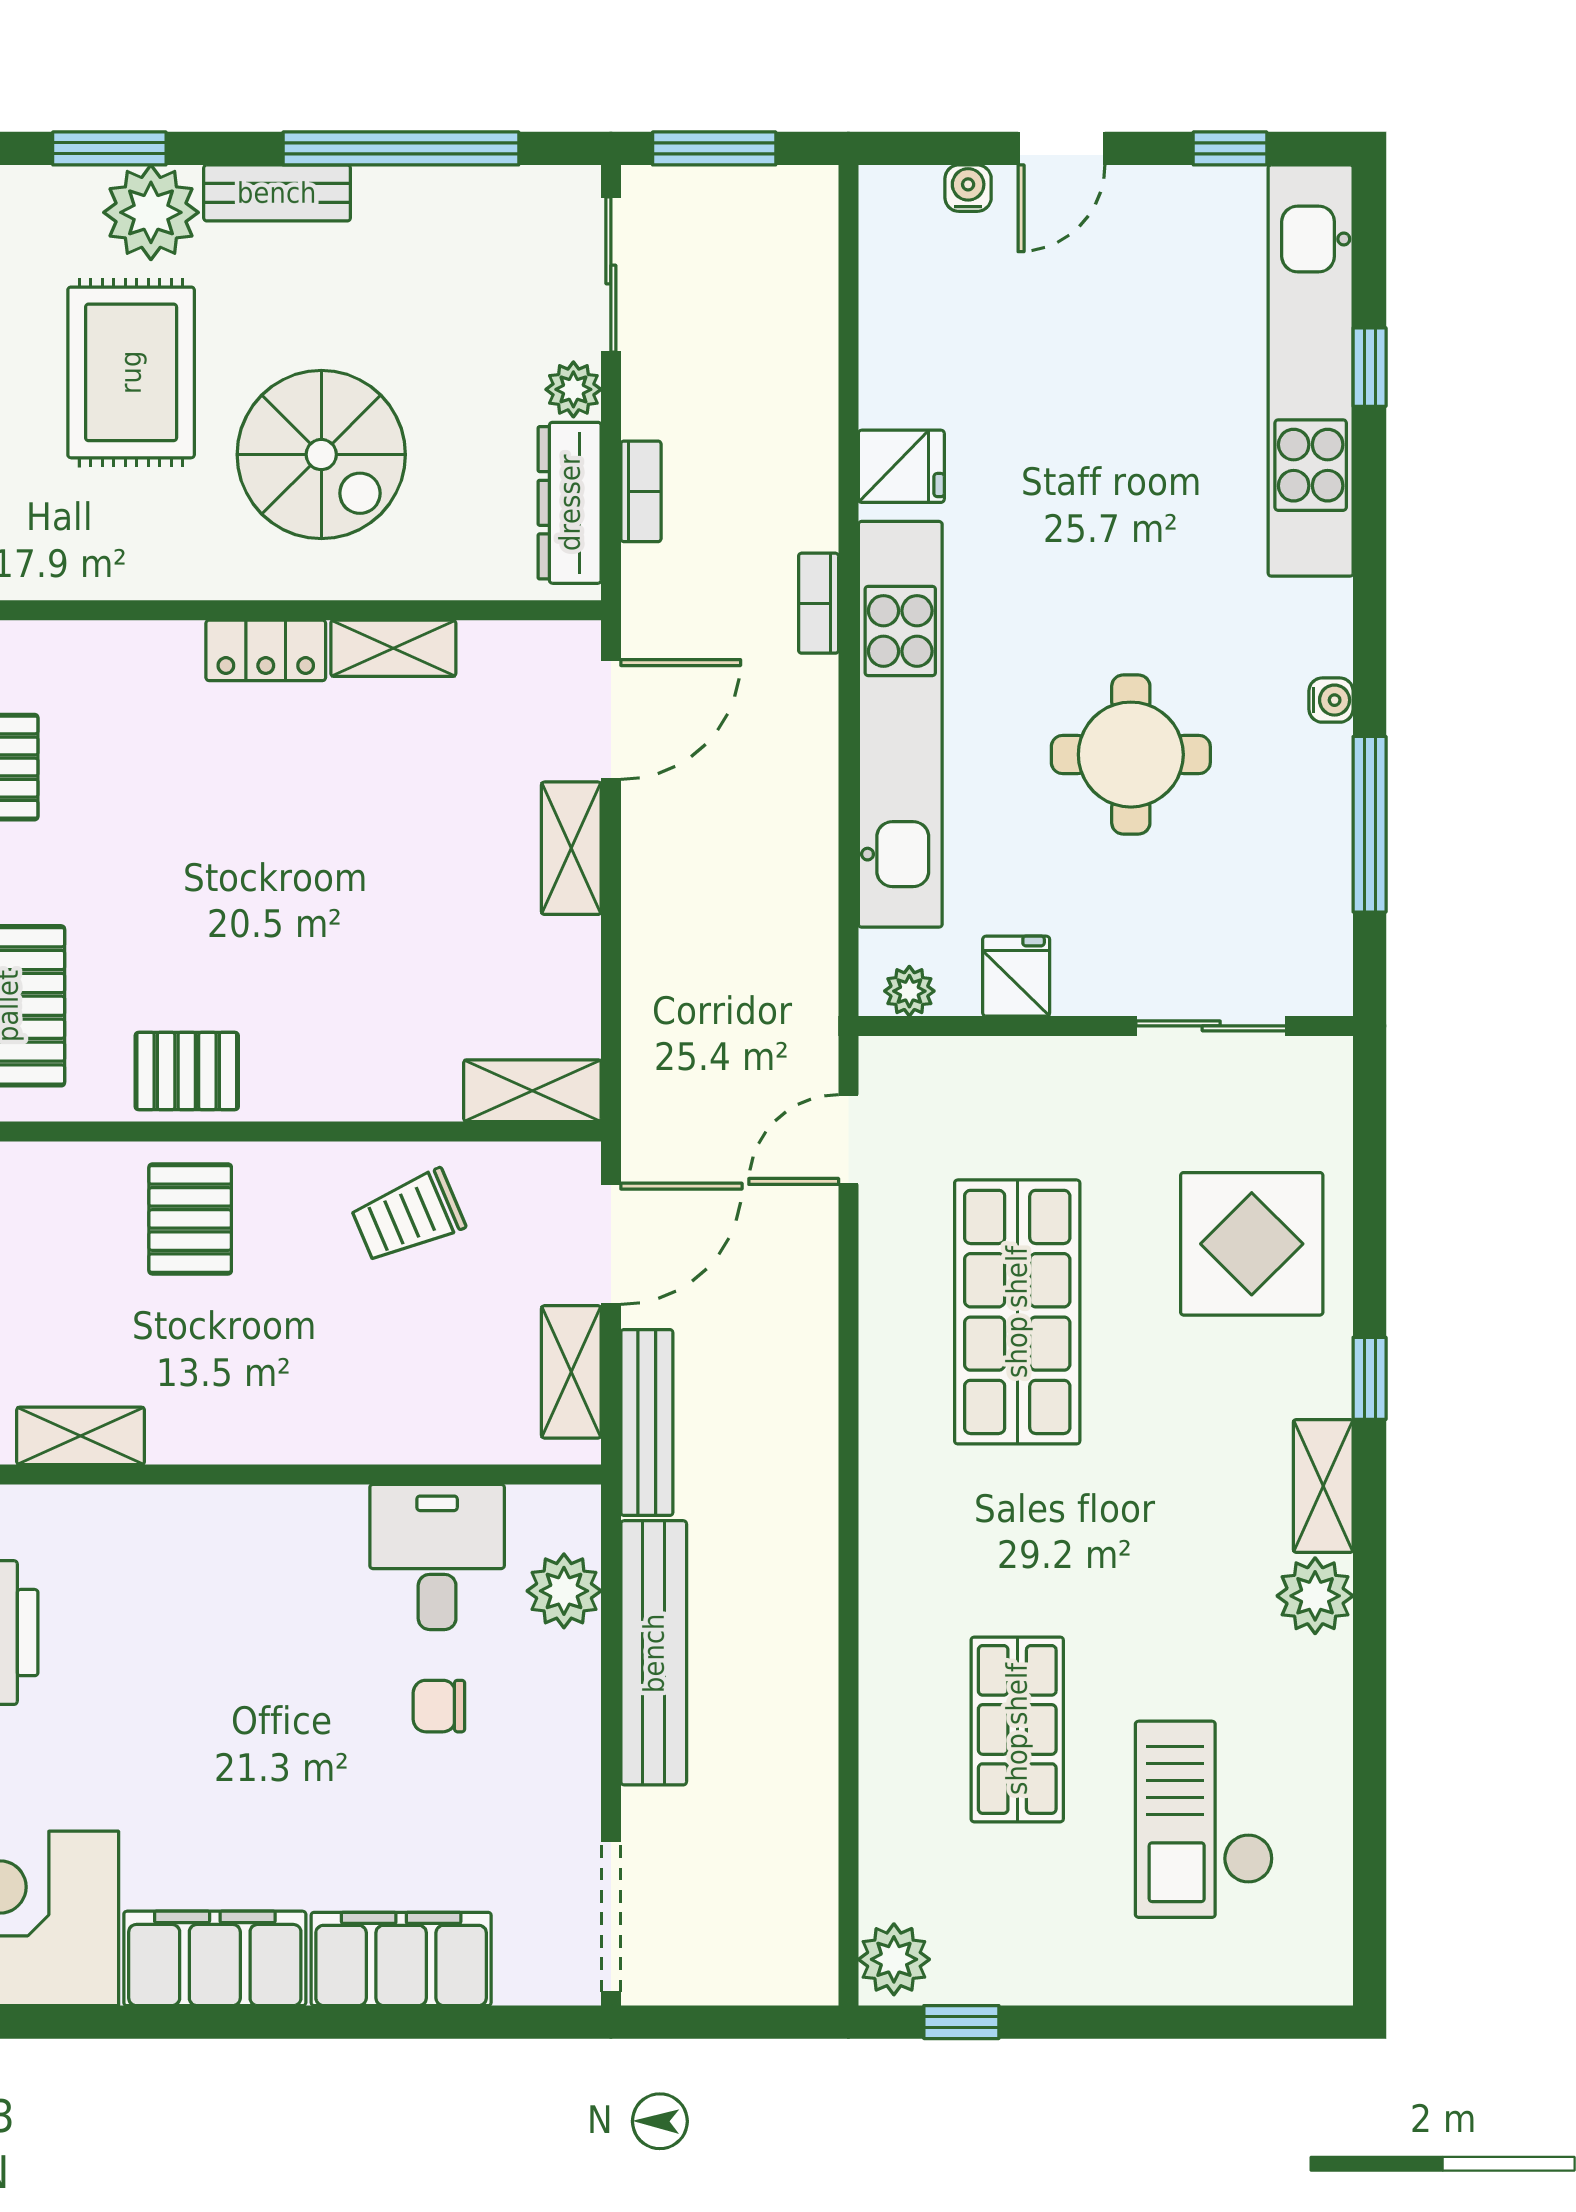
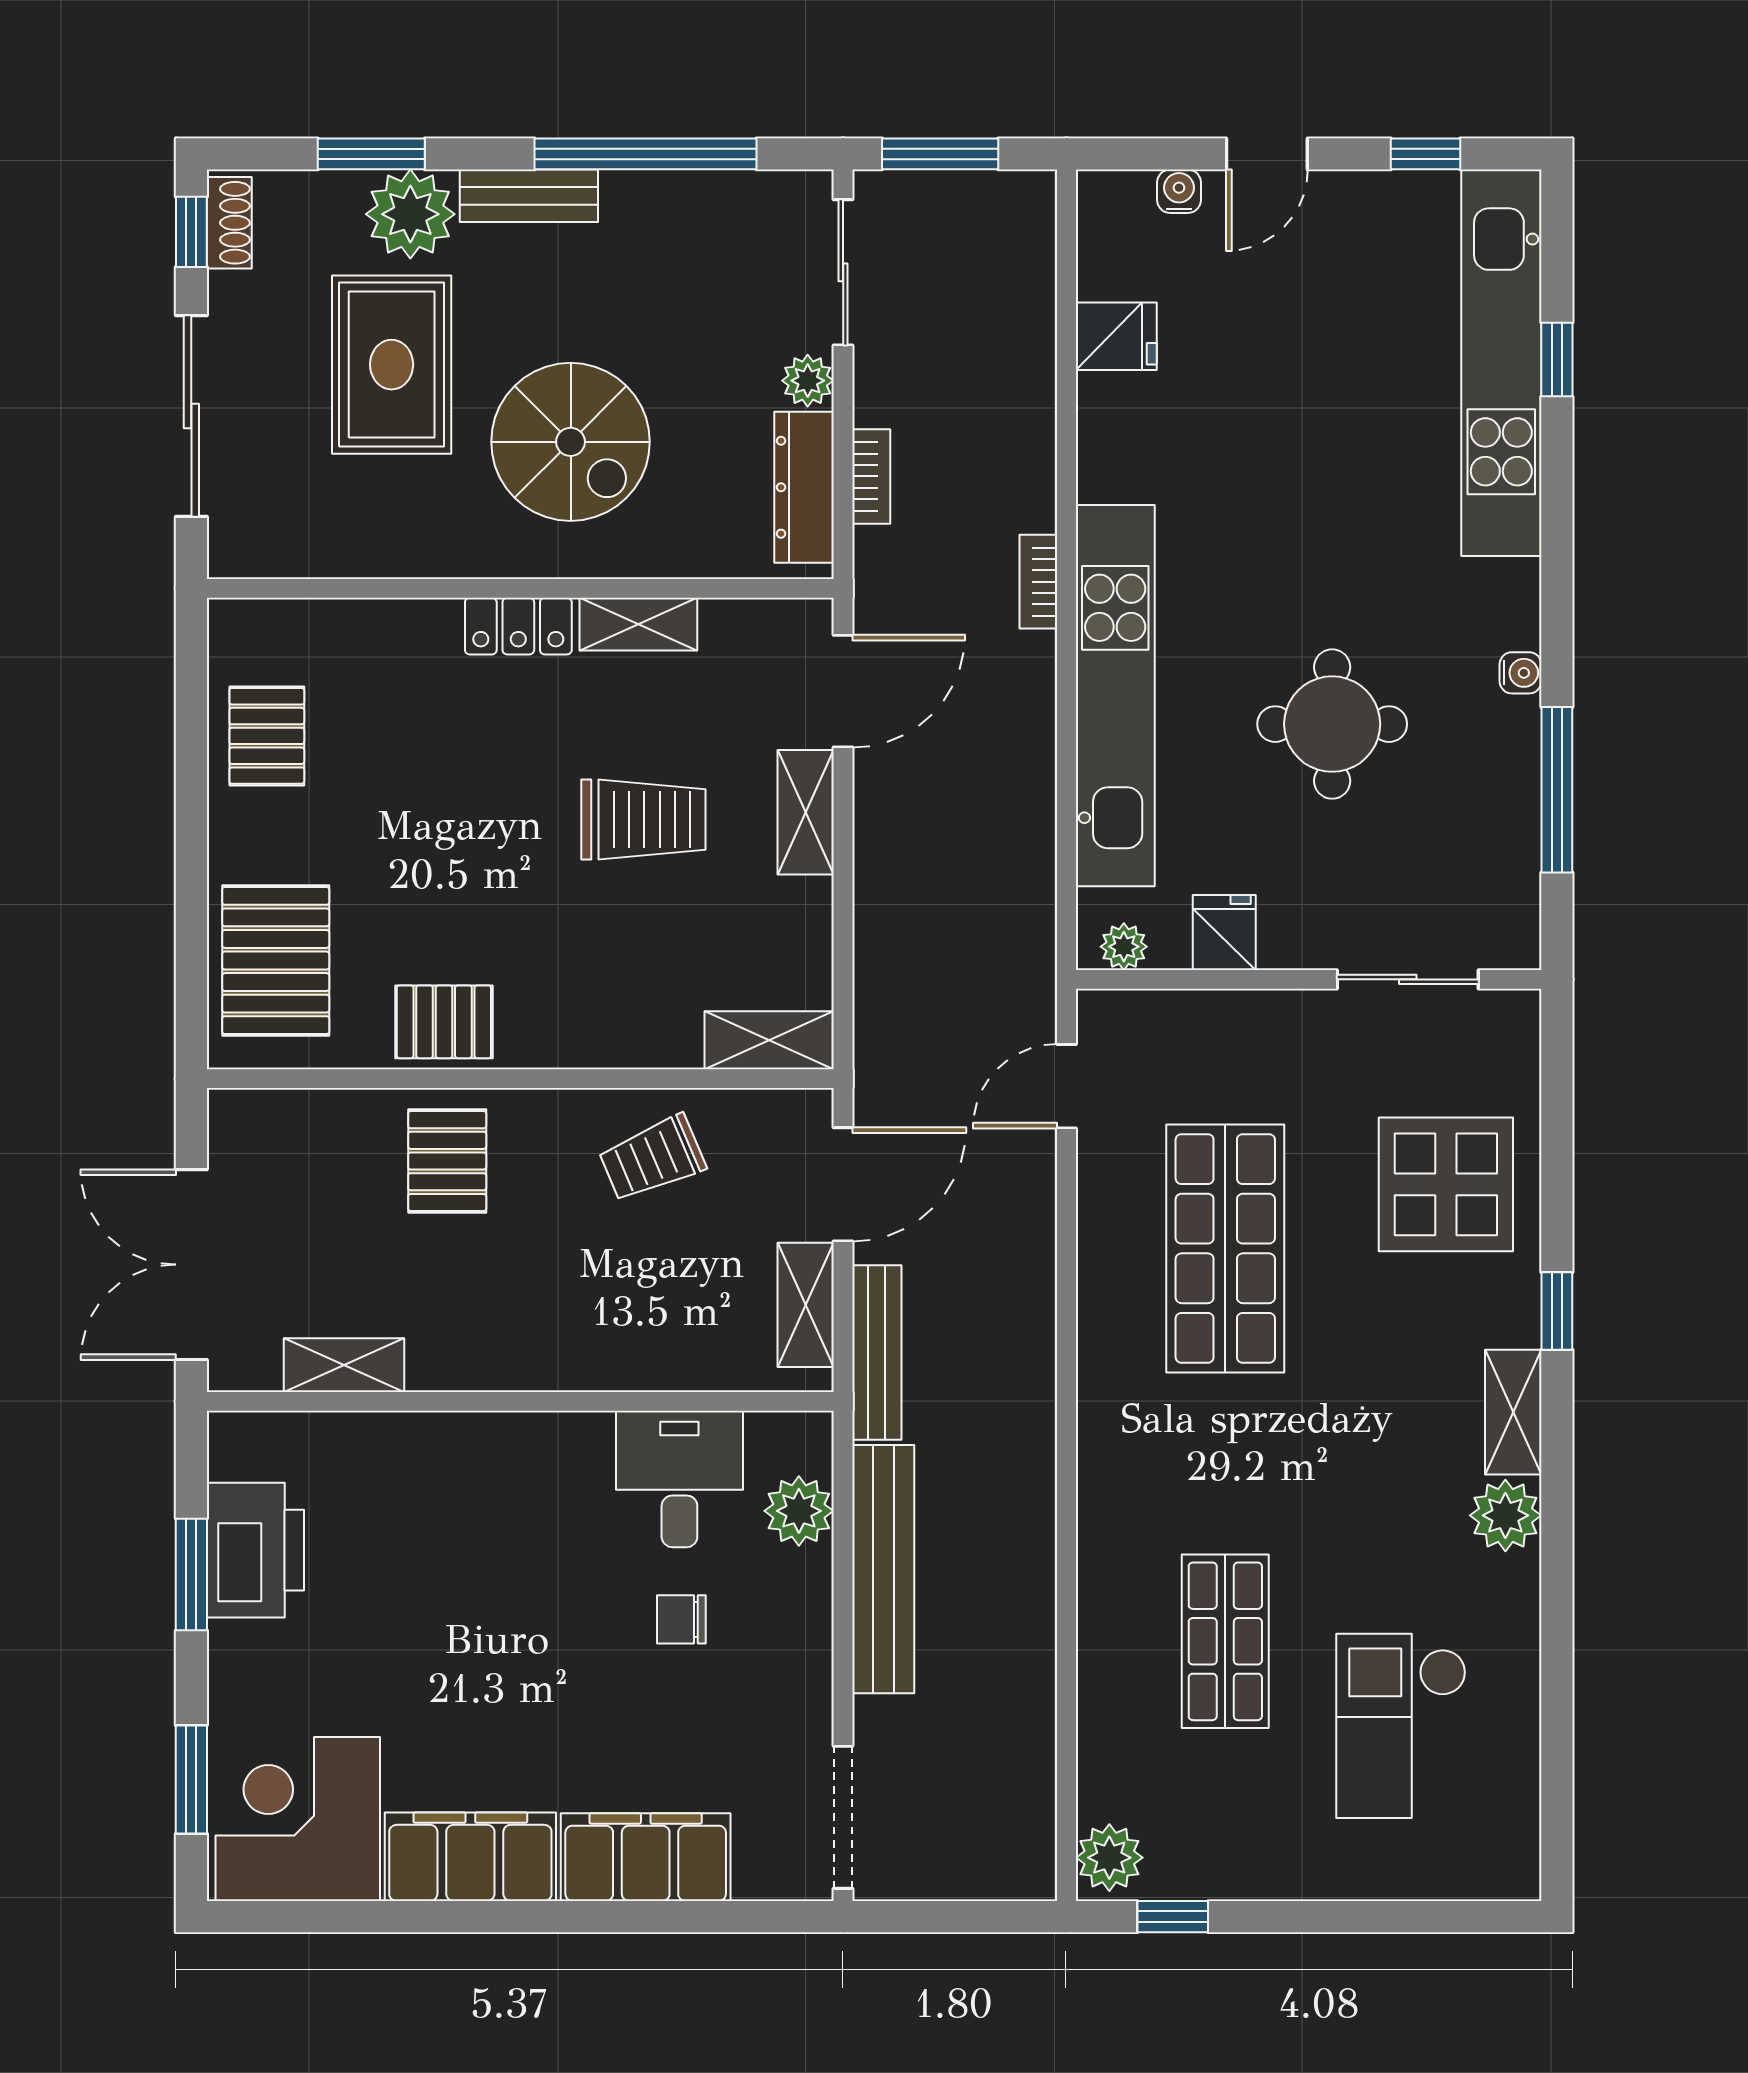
fridge: (901, 466) -> (1116, 336), moved
trolley: (399, 856) -> (643, 820), added

